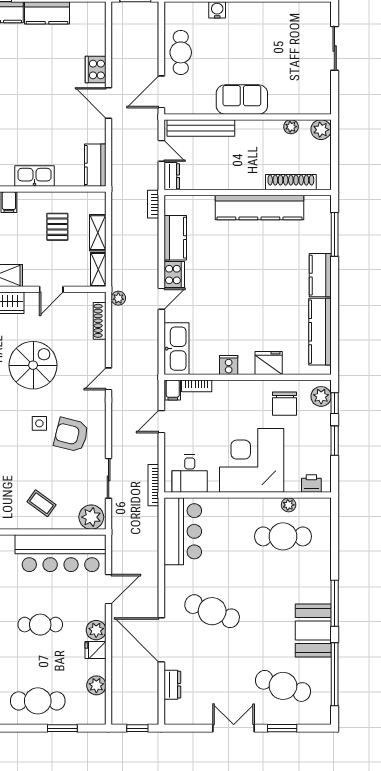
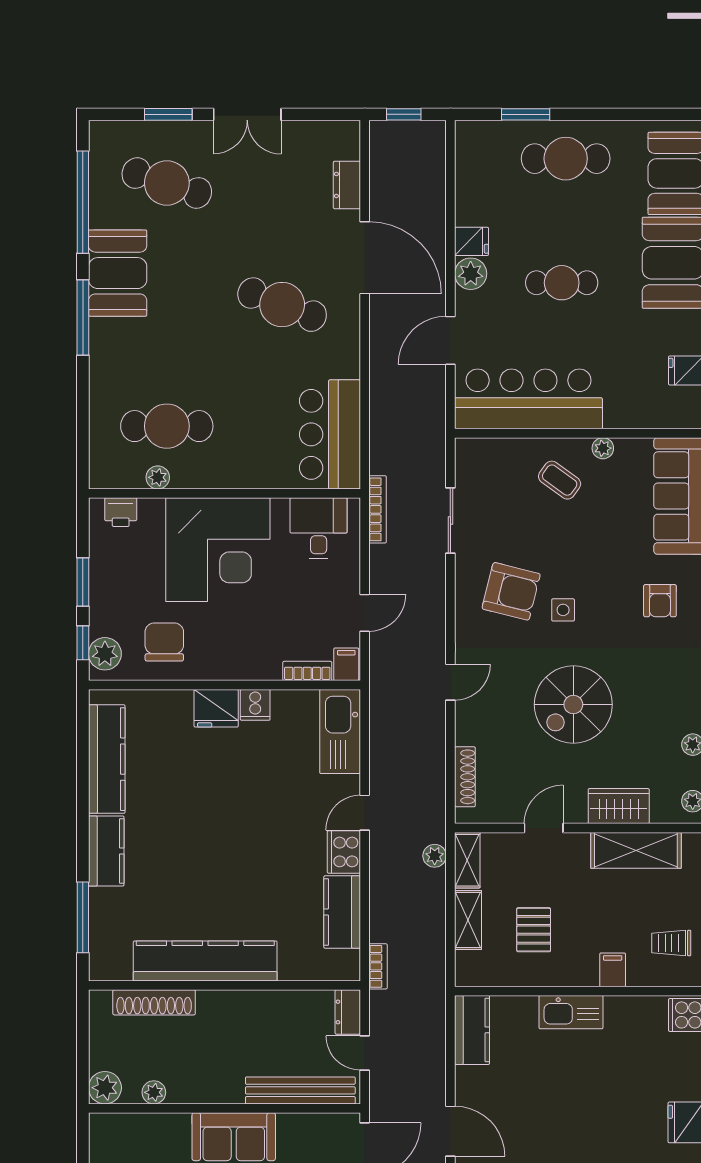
plant: (118, 298) -> (435, 856), moved
fridge: (269, 363) -> (216, 708), moved
plant: (91, 517) -> (603, 448), moved, width x0.53, depth x0.53
plant: (96, 685) -> (470, 184), removed

